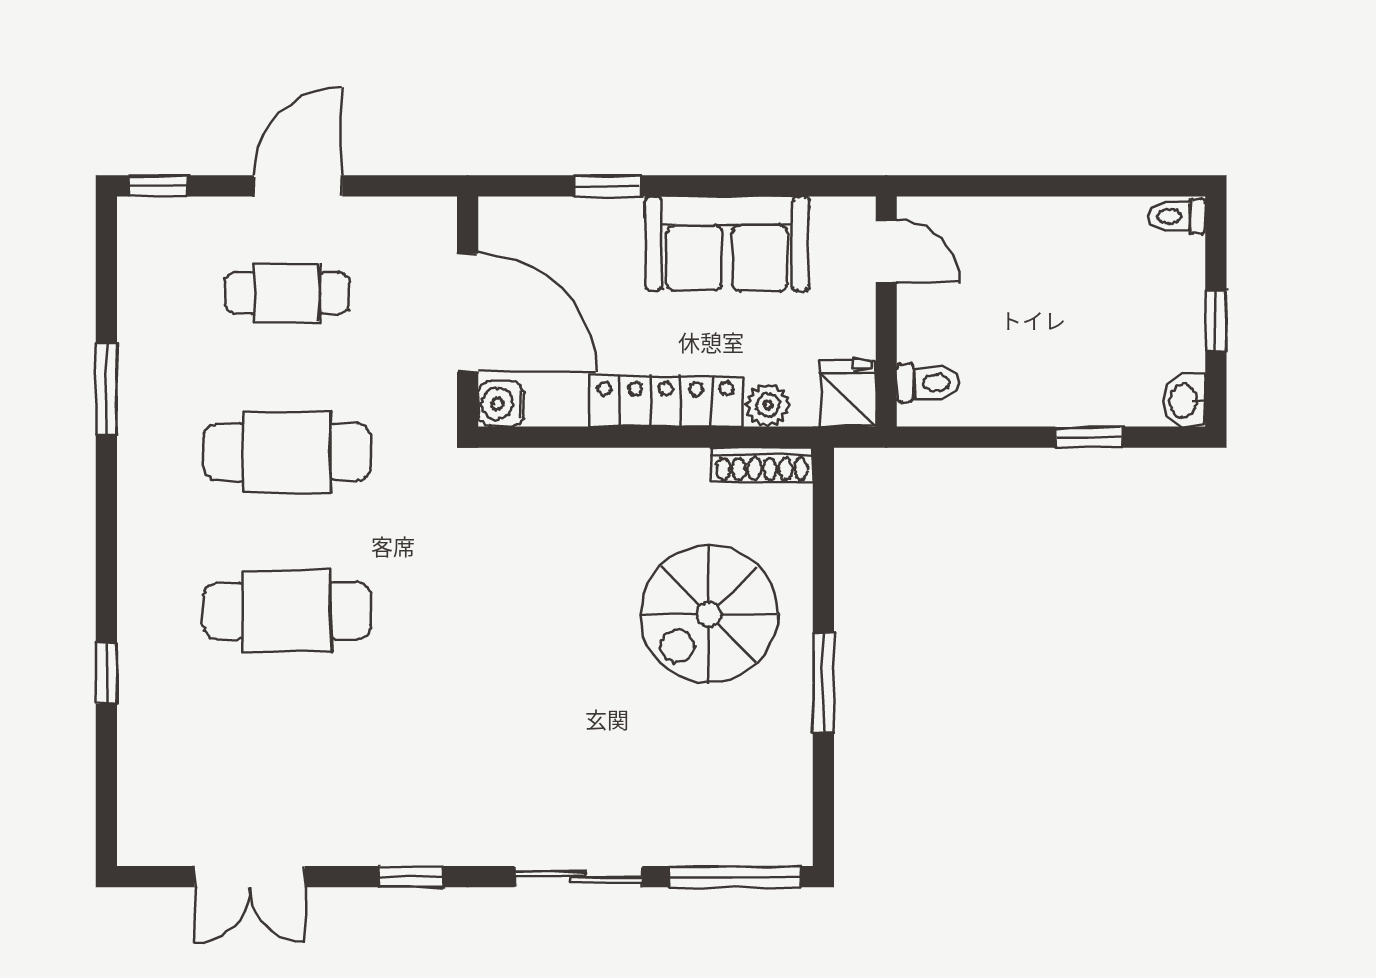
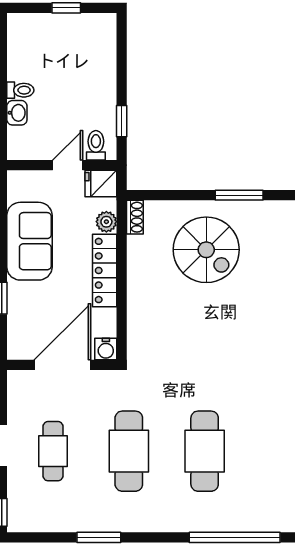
toilet: (1177, 216) -> (20, 90), moved, turned -90
door: (886, 251) -> (68, 165), moved
washbasin: (1184, 401) -> (17, 113), moved, turned -90
window: (1088, 437) -> (122, 121), moved
shoe rack: (762, 465) -> (135, 217), width x0.70
window: (106, 674) -> (235, 537), width x3.17

